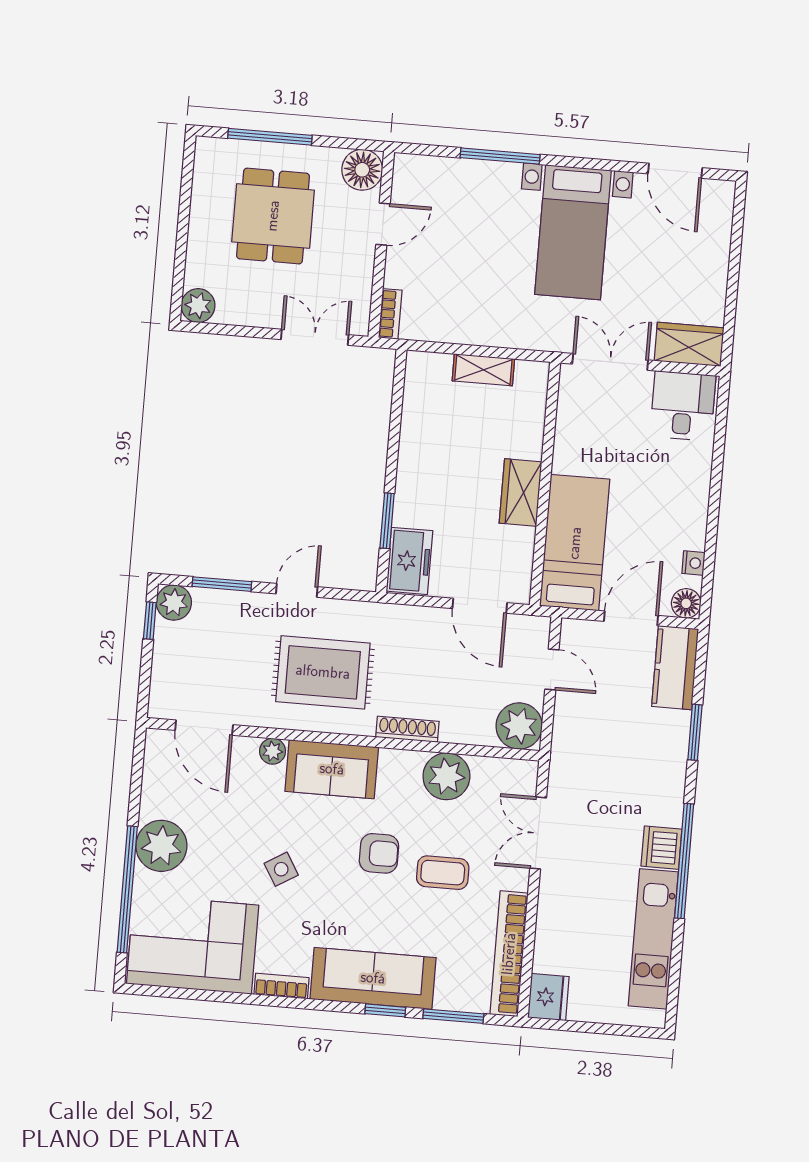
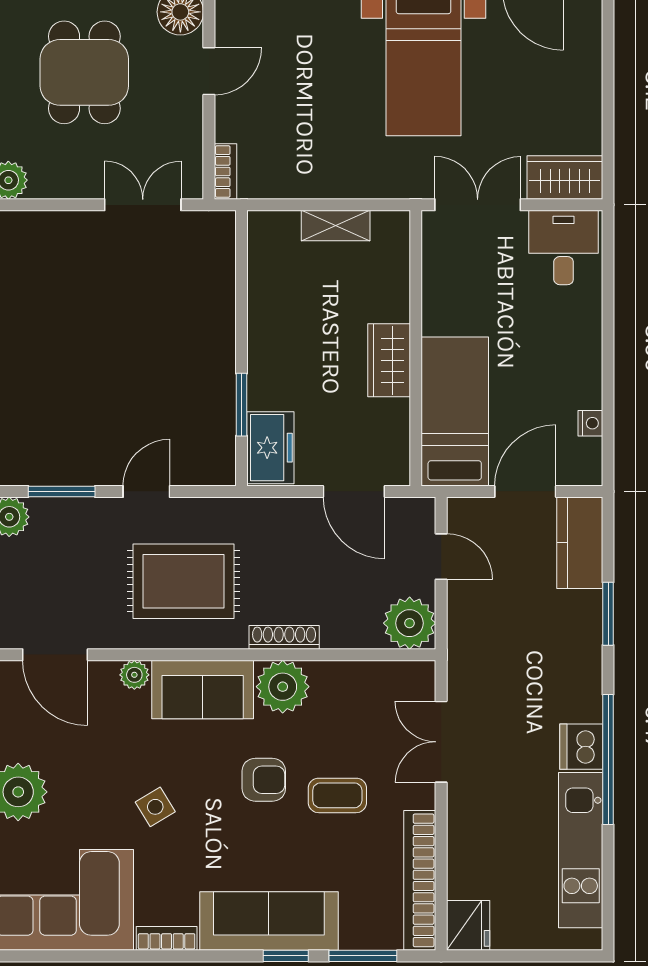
floor lamp: (686, 603) -> (586, 469), removed
plant: (446, 776) -> (283, 687), moved

